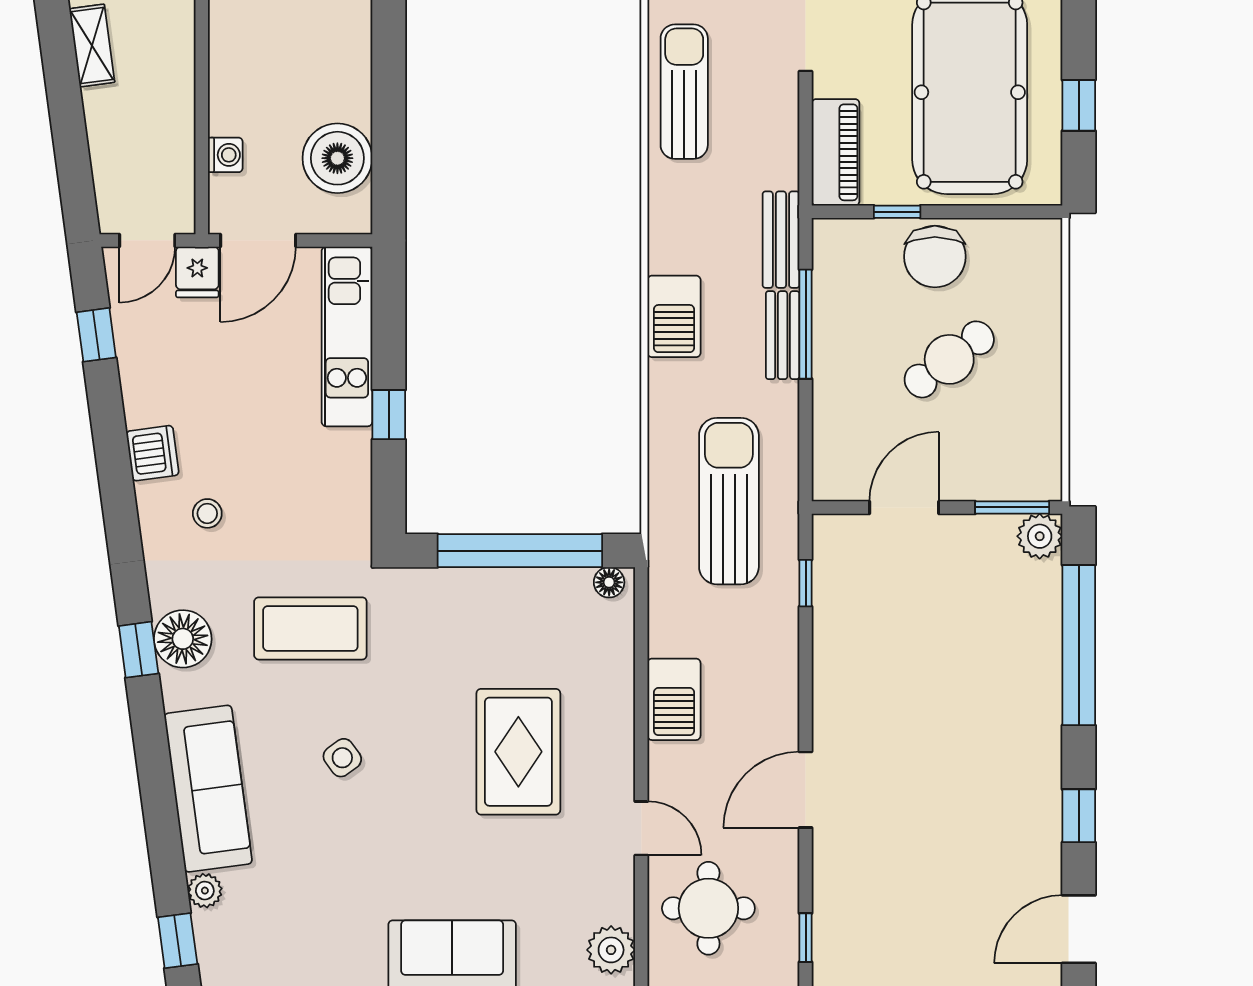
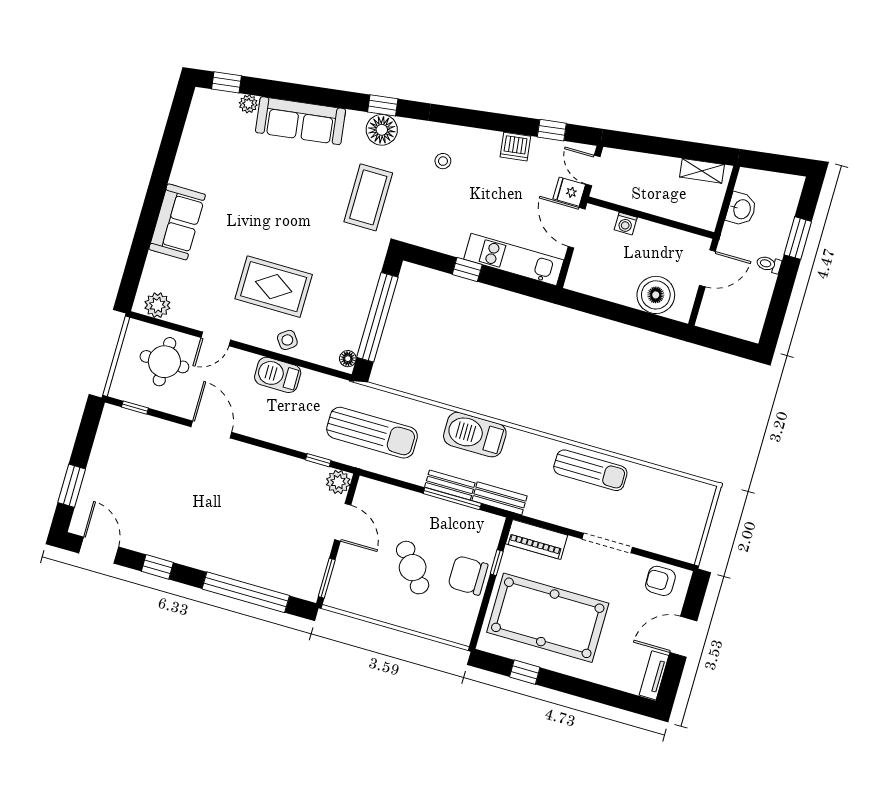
boiler: (337, 158) -> (656, 295), moved
barbecue: (674, 316) -> (475, 435), width x1.37, depth x1.21
dishwasher: (153, 453) -> (515, 147), moved
plant: (1040, 536) -> (338, 482), moved
side table: (342, 758) -> (287, 340), moved

